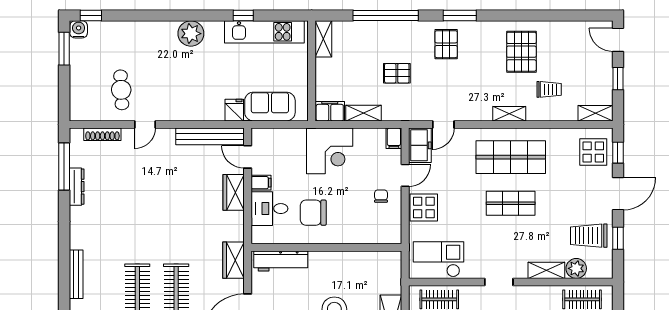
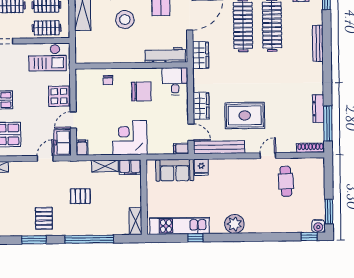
shoe rack: (102, 134) -> (310, 148), moved
rug: (175, 179) -> (245, 115), added
filing cabinet: (261, 183) -> (181, 149), moved
chair: (381, 196) -> (108, 80), moved
desk: (269, 209) -> (175, 81), moved, turned -90

